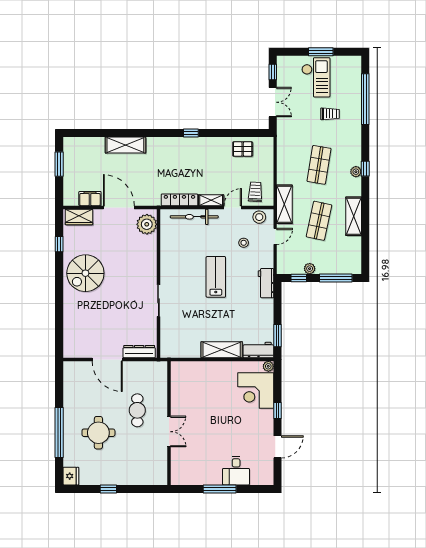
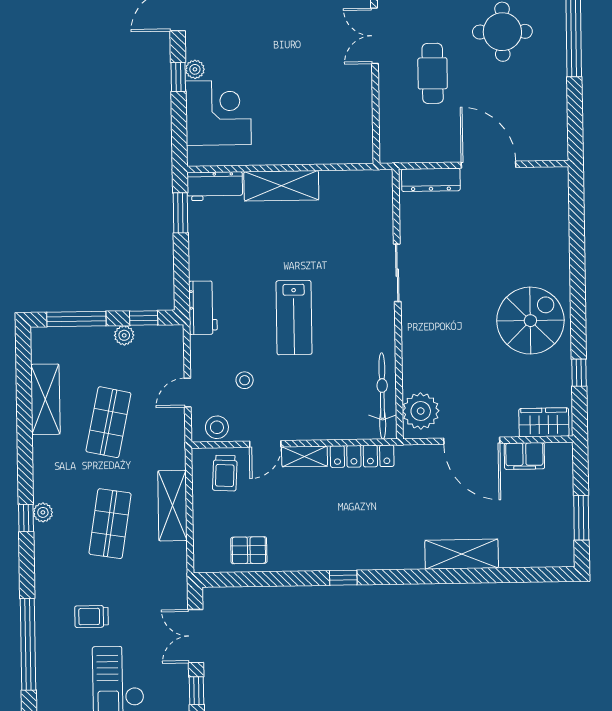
shelving: (284, 204) -> (172, 506), moved
shelving: (354, 216) -> (45, 399), moved
bicycle: (194, 217) -> (382, 396), moved, turned -90
plant: (268, 366) -> (195, 69), moved

